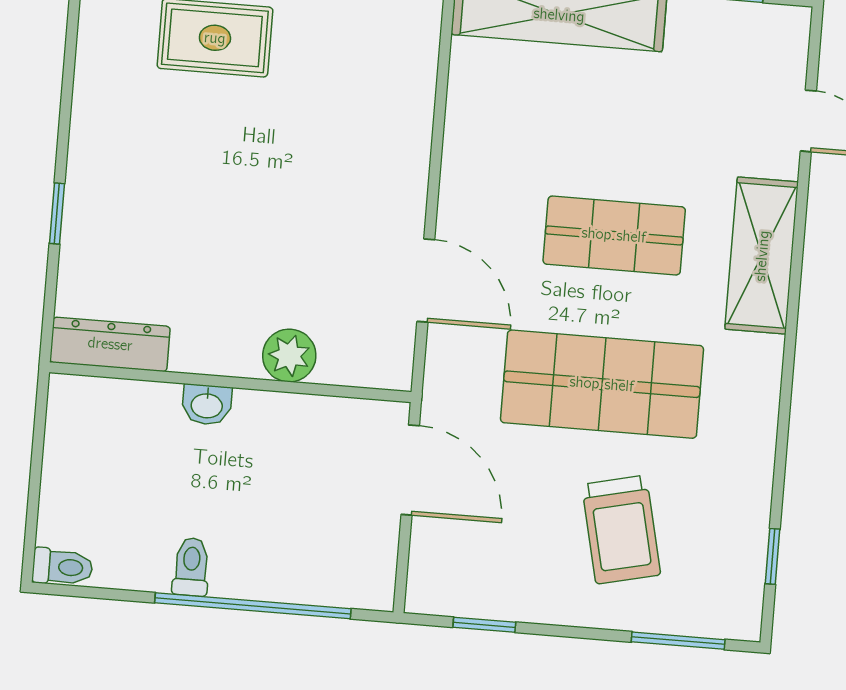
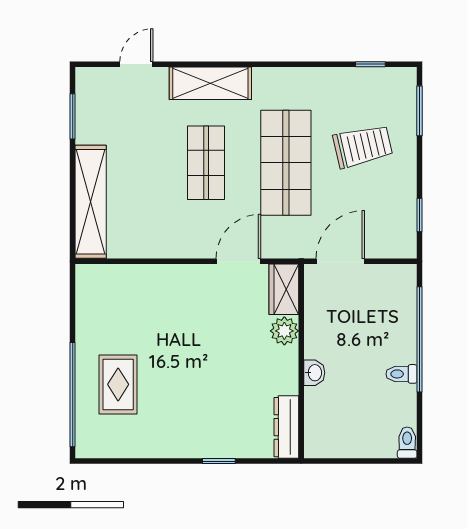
wardrobe: (367, 361) -> (284, 289), added

